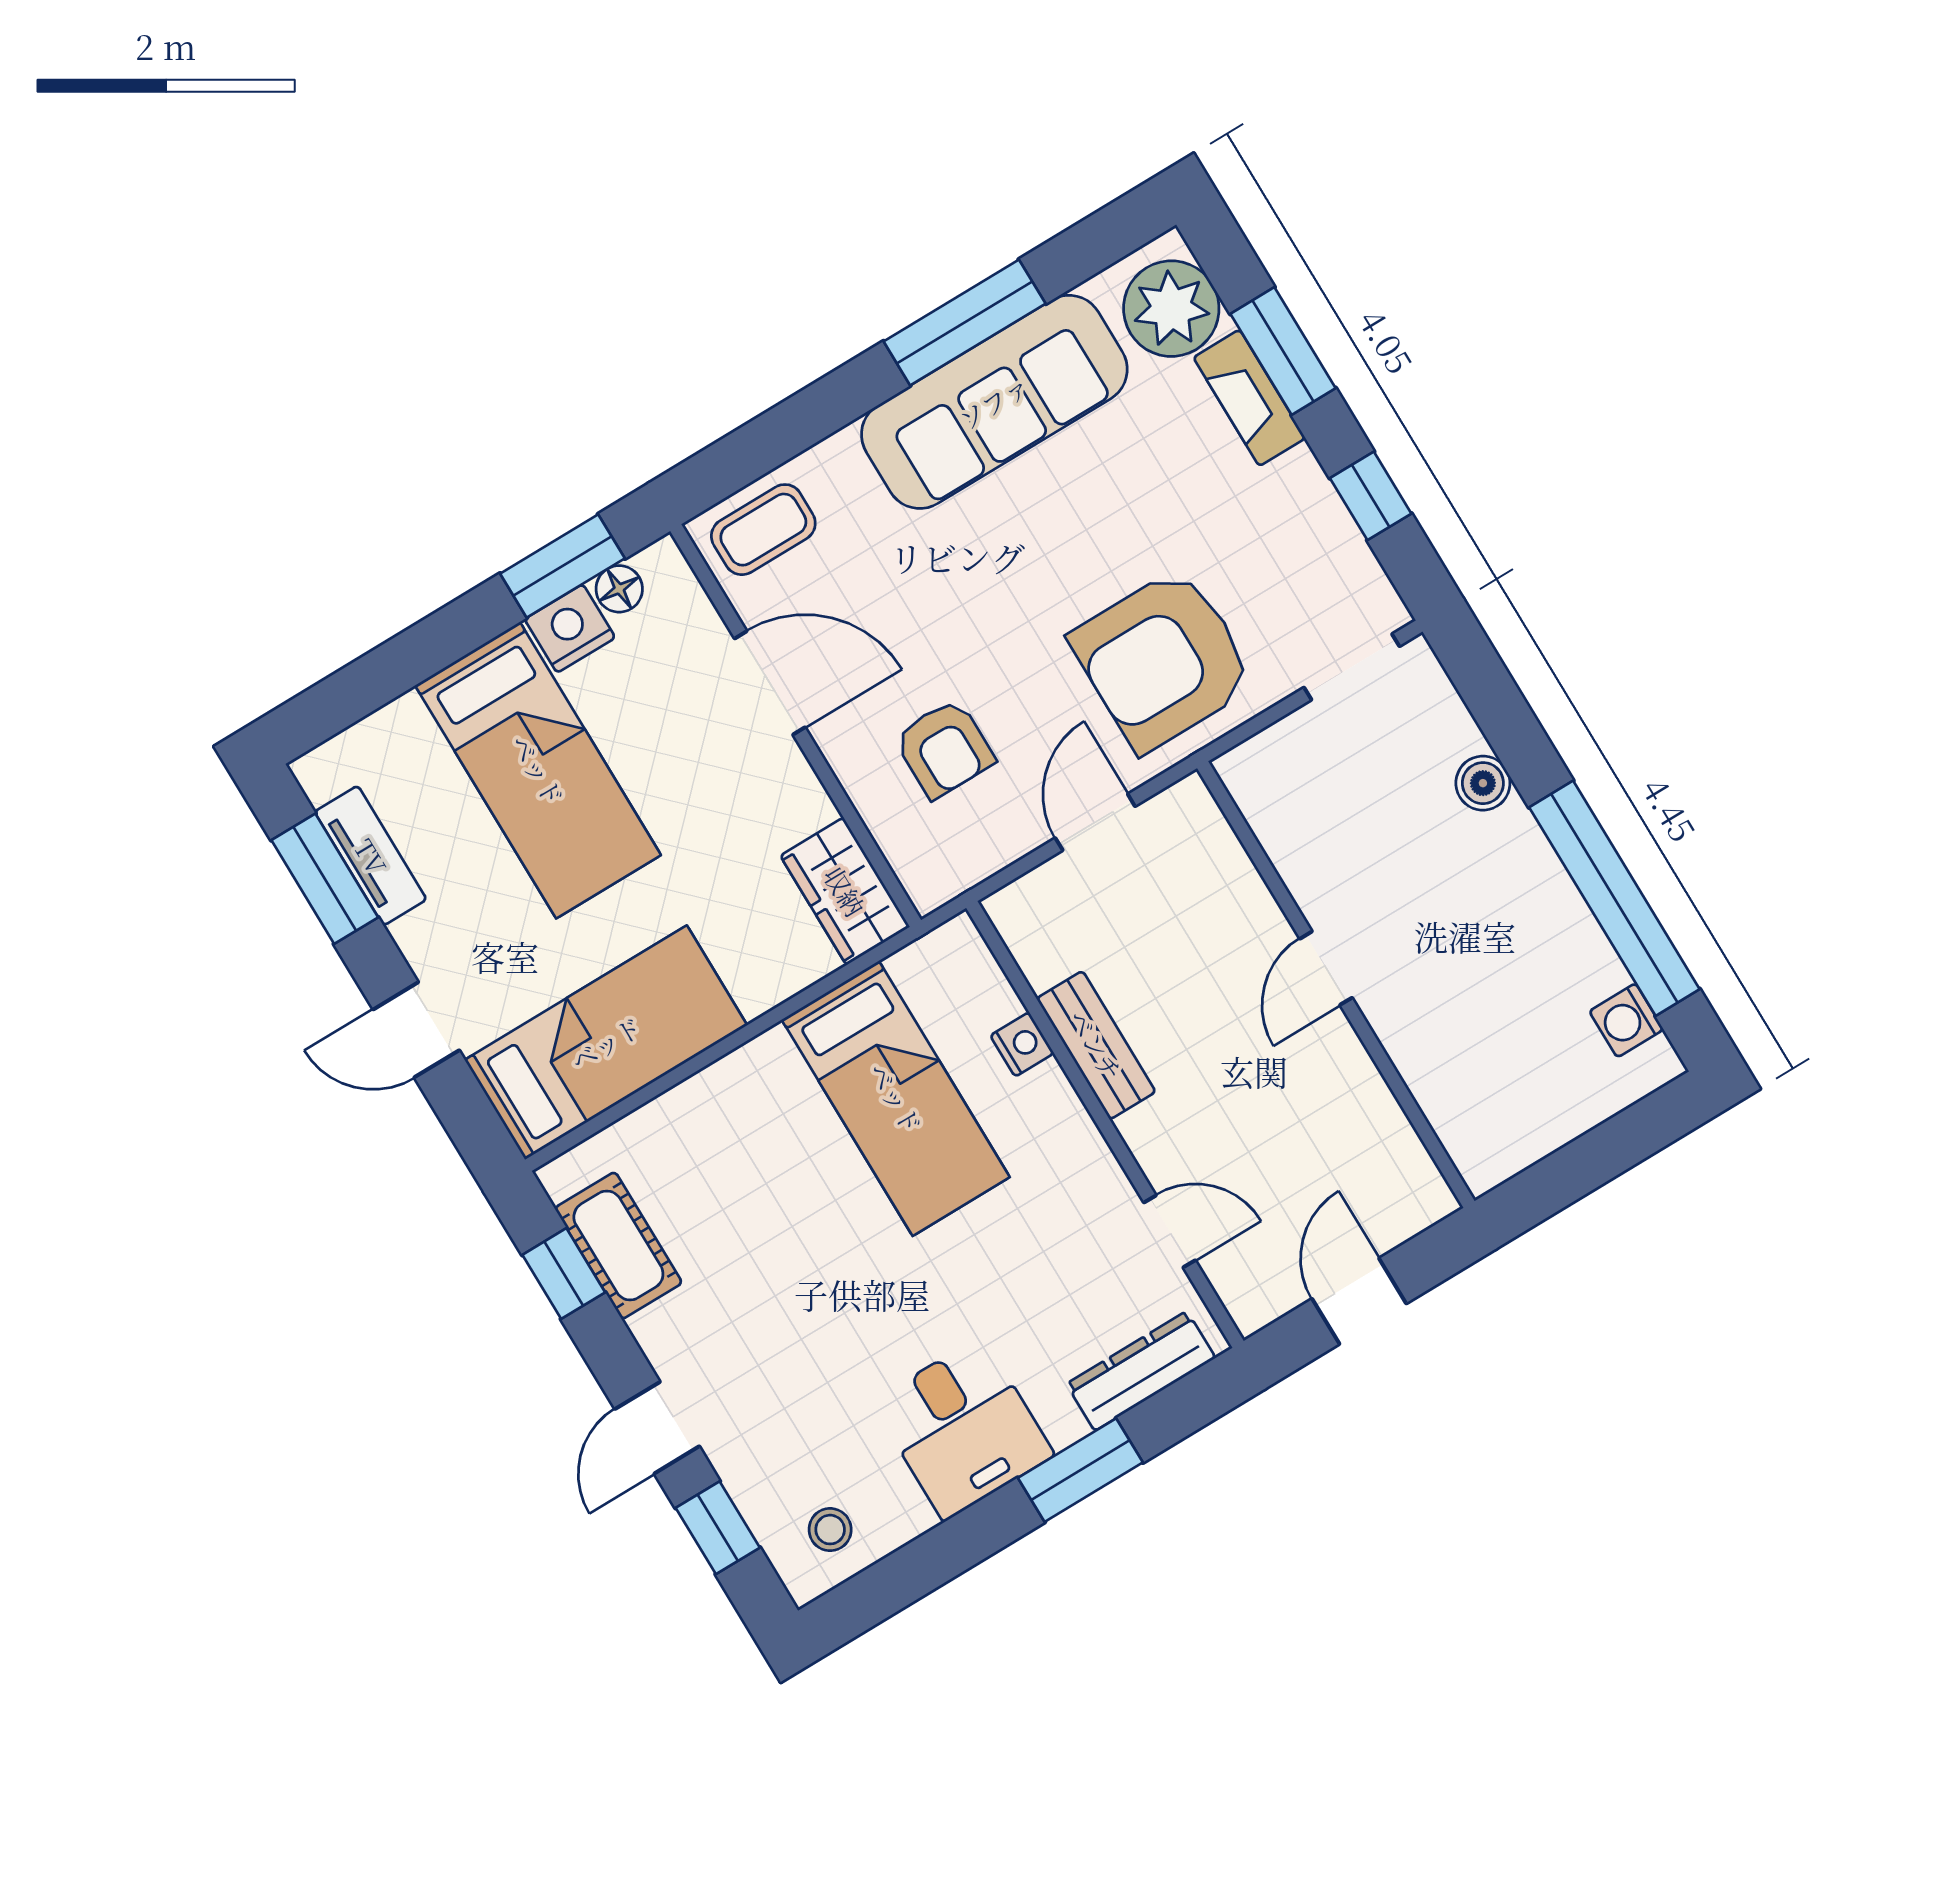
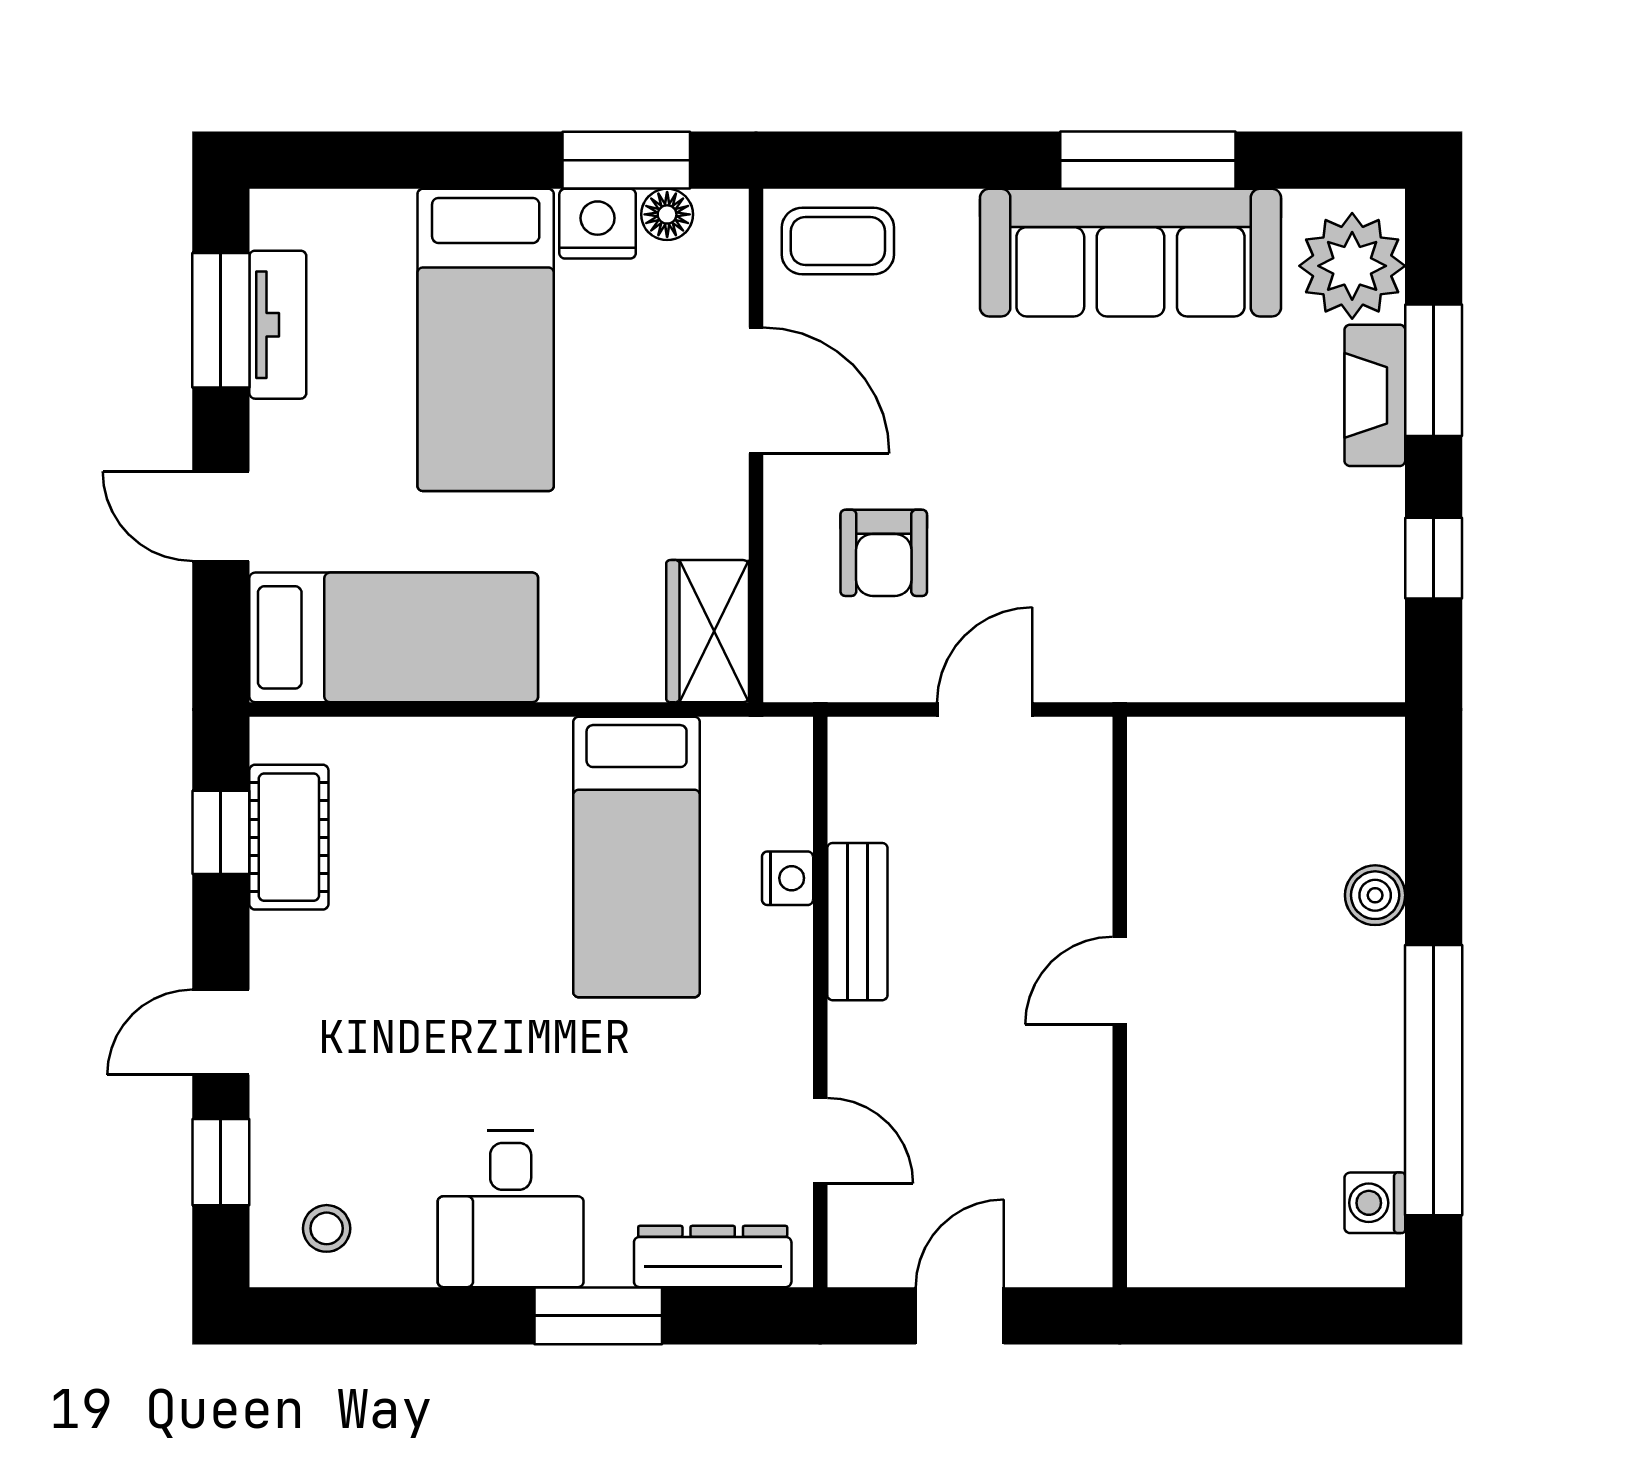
armchair: (1163, 660) -> (1142, 594), removed
doorway: (1352, 667) -> (1317, 709), removed

